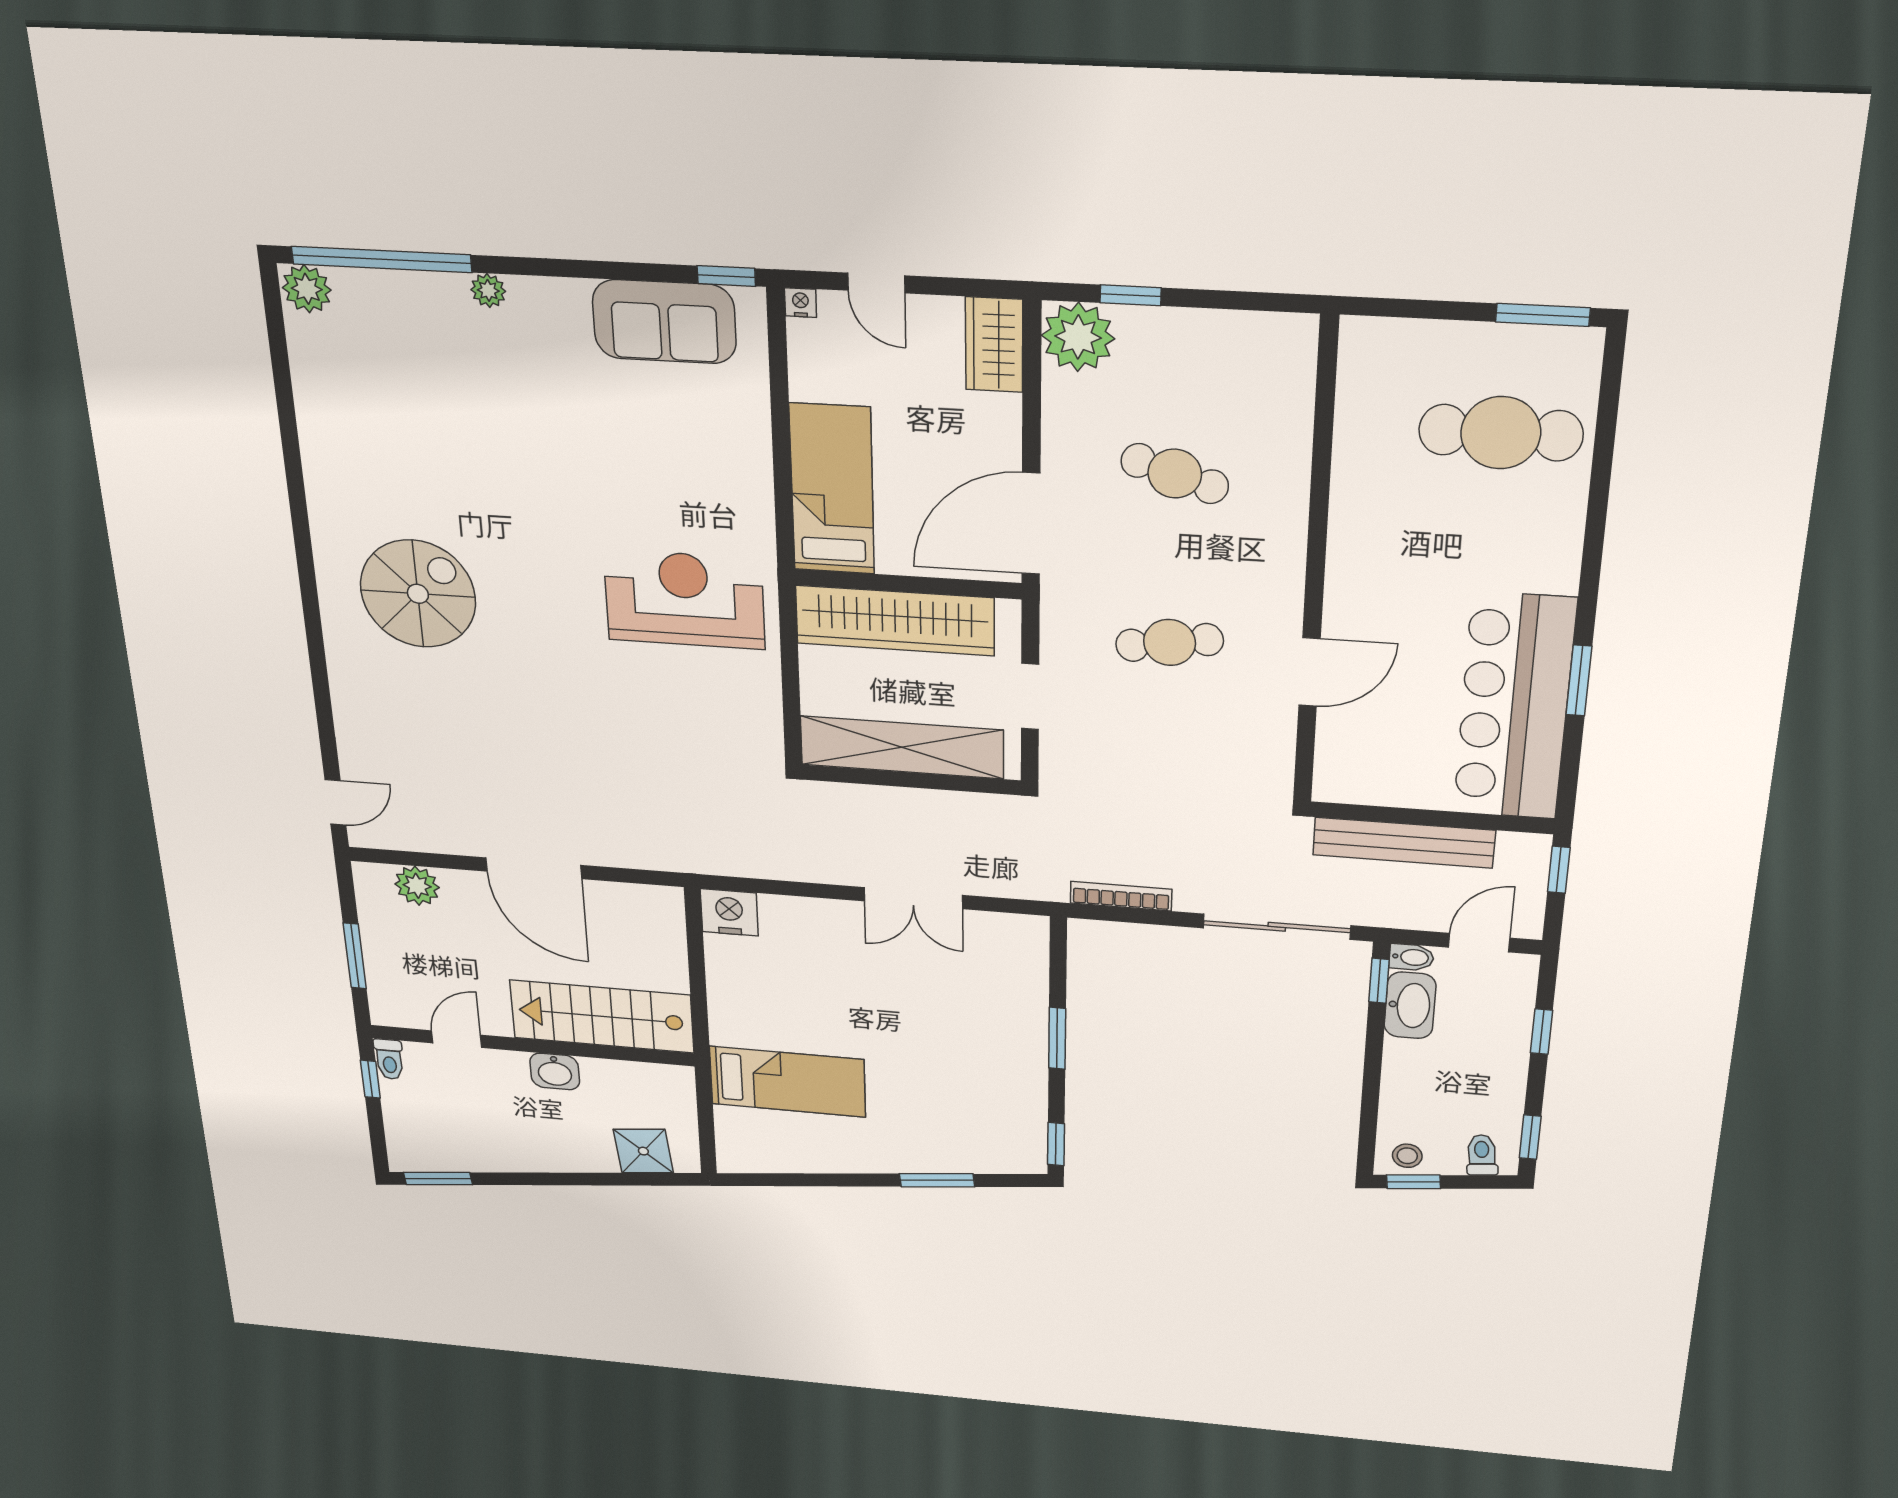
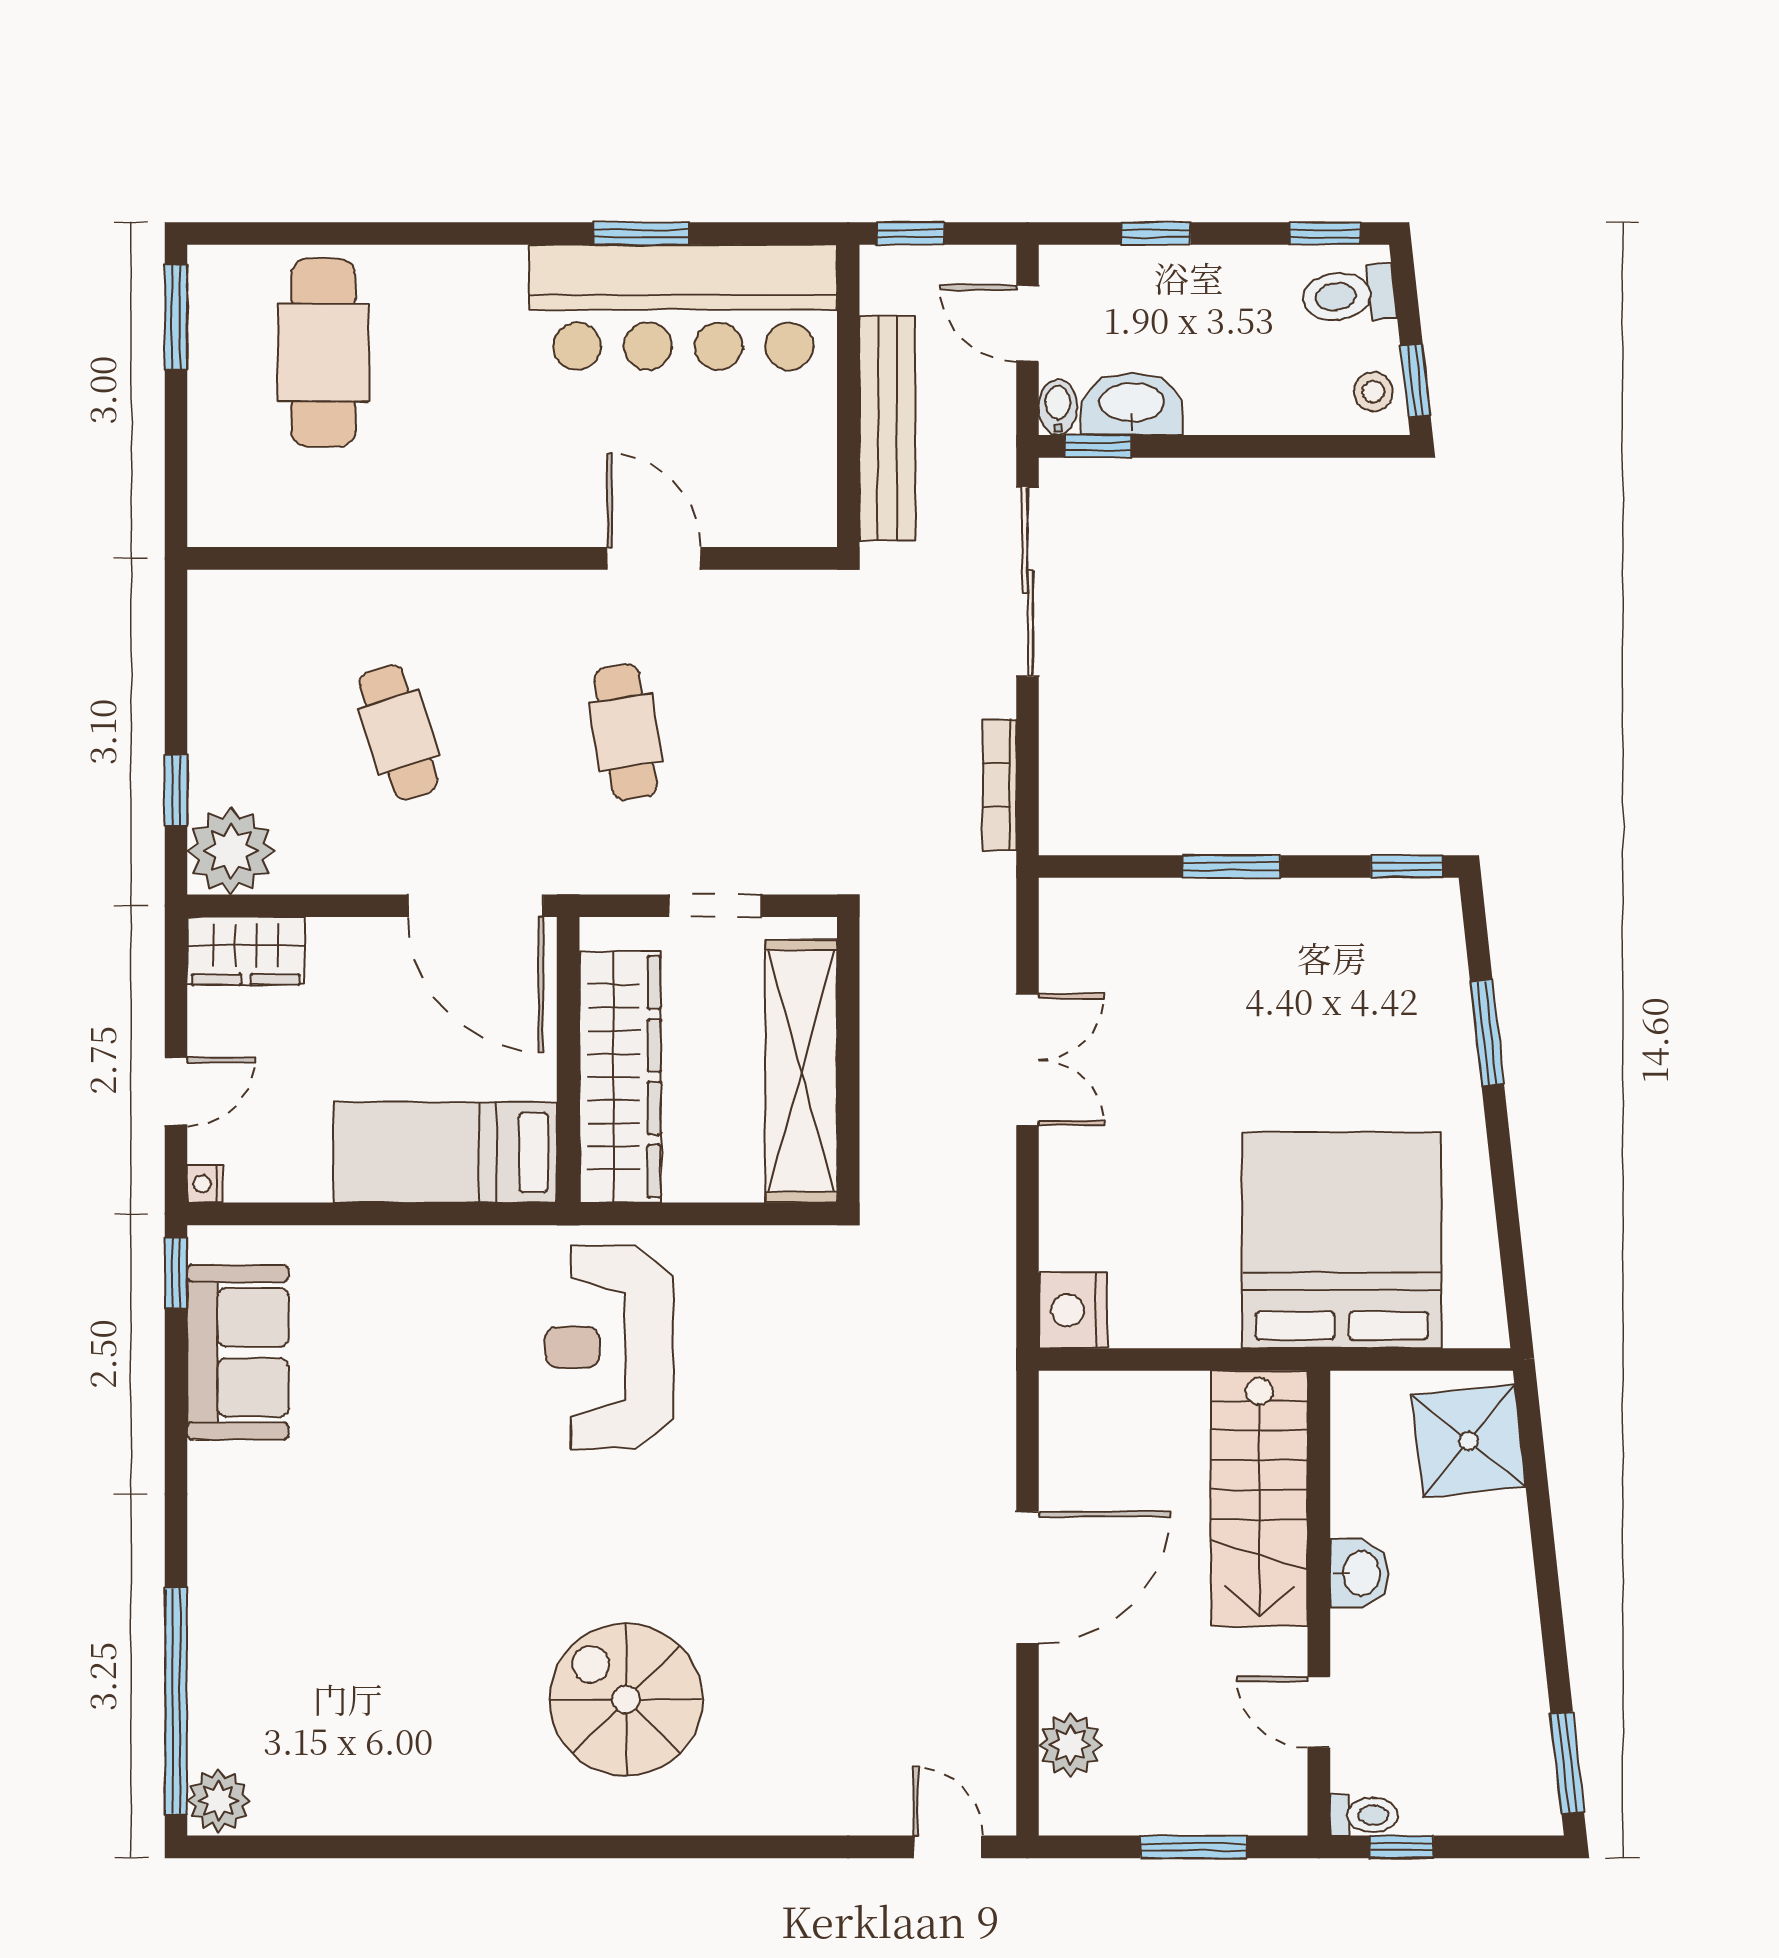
plant: (488, 290) -> (209, 1570), removed
cafe table: (1175, 474) -> (399, 732), turned -36
bed: (787, 1082) -> (1342, 1240), width x2.04
shower: (643, 1151) -> (1469, 1441), width x1.36, depth x1.36
toilet: (1482, 1155) -> (1348, 295), width x1.37, depth x1.39

